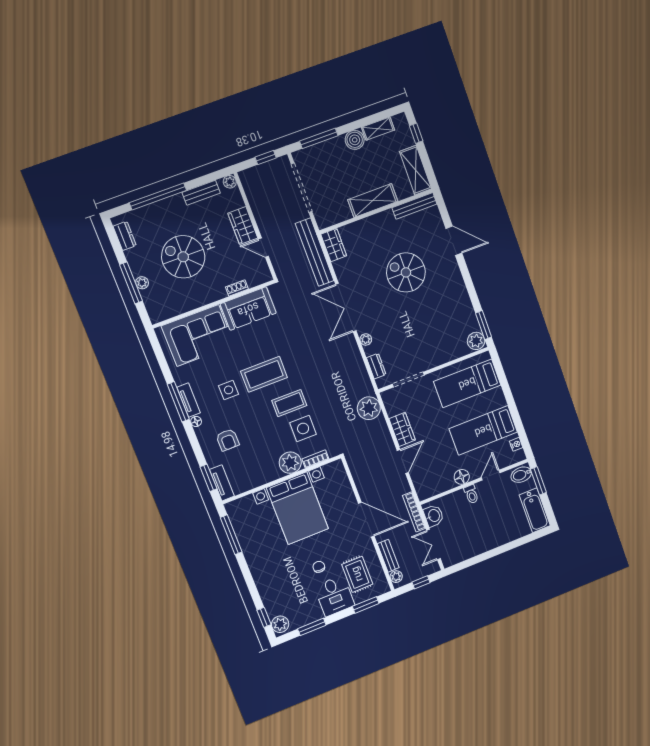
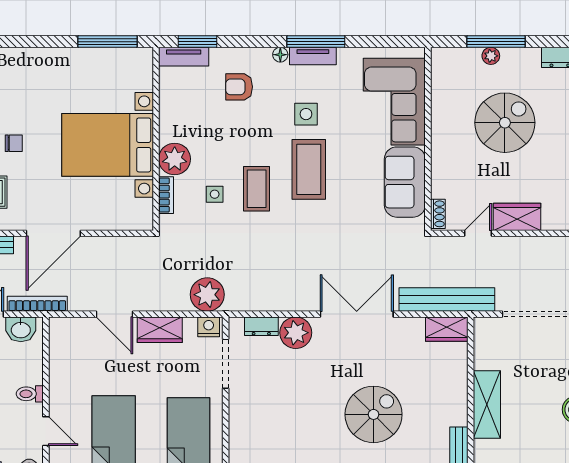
shoe rack: (237, 288) -> (438, 214), moved
plant: (366, 339) -> (296, 333), width x1.88, depth x1.88
nightstand: (389, 399) -> (209, 327), added
side table: (303, 428) -> (215, 194), width x0.54, depth x0.54
floor lamp: (462, 477) -> (60, 389), removed

